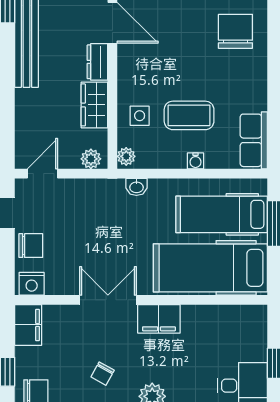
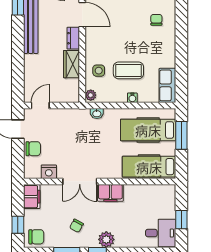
chair: (235, 31) -> (156, 20), width x0.54, depth x0.54
plant: (91, 159) -> (69, 97), removed
hospital bed: (210, 268) -> (149, 167), width x0.73, depth x0.78
nightstand: (32, 284) -> (49, 172), moved
double door: (108, 300) -> (80, 181), swing flipped

